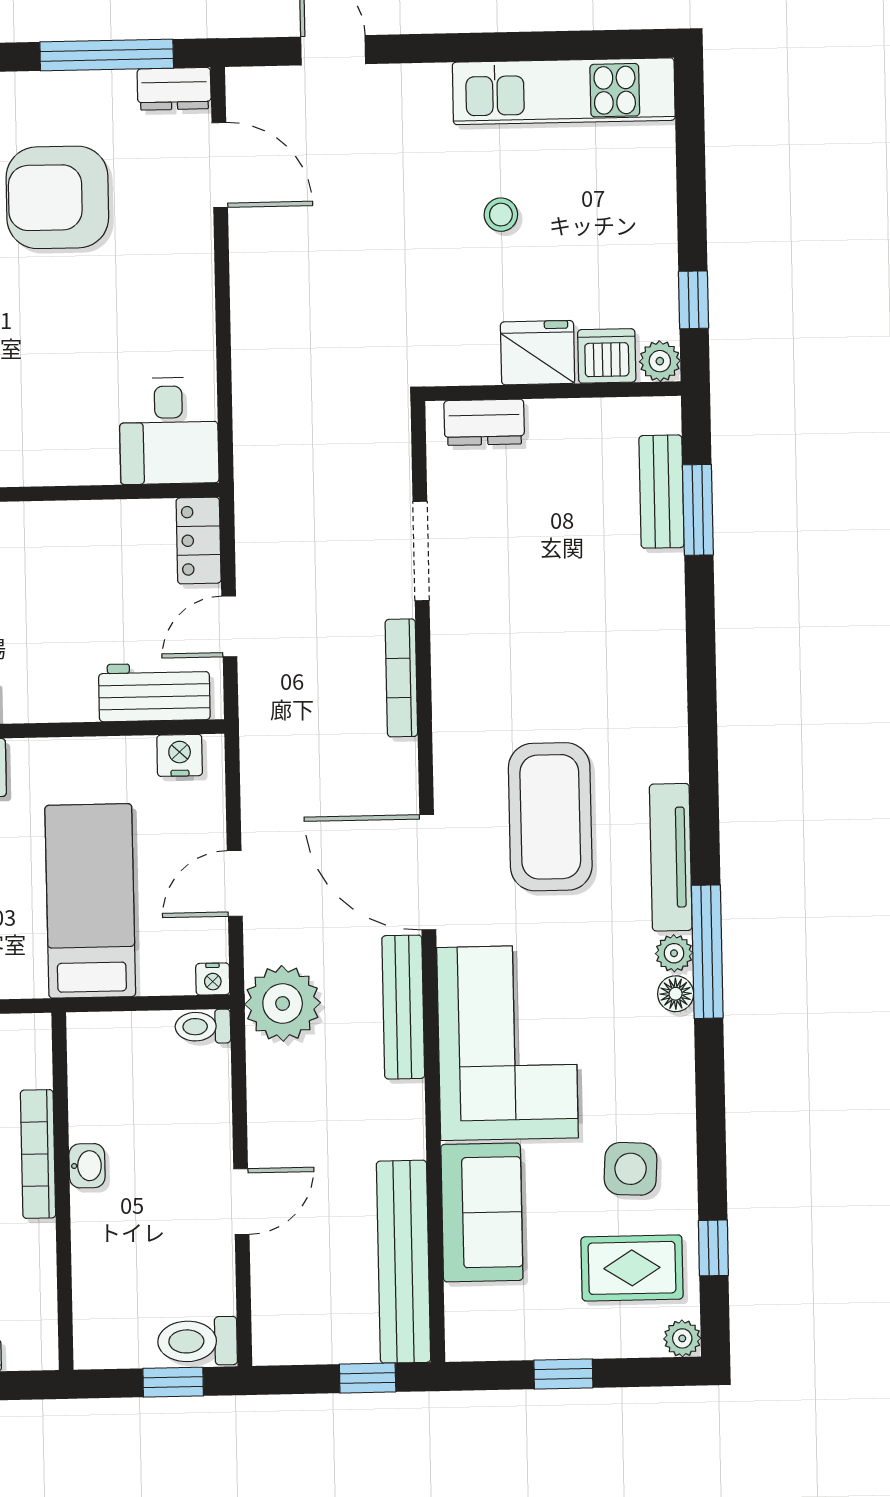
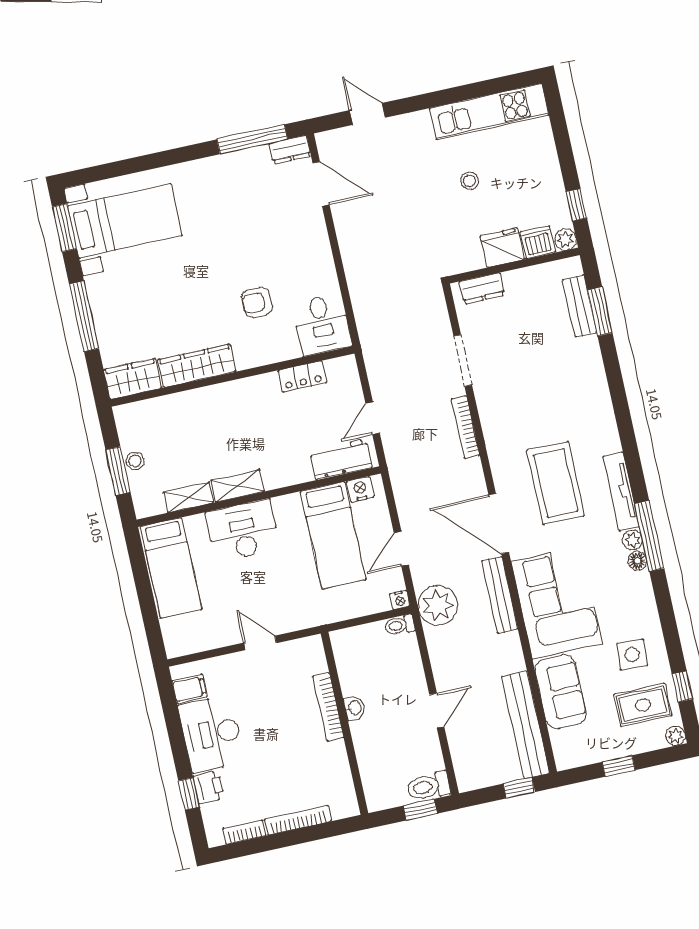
armchair: (57, 197) -> (257, 302), moved, width x0.53, depth x0.53
locker: (199, 541) -> (302, 376), moved, turned -90
bed: (90, 901) -> (333, 535), moved, turned 180

